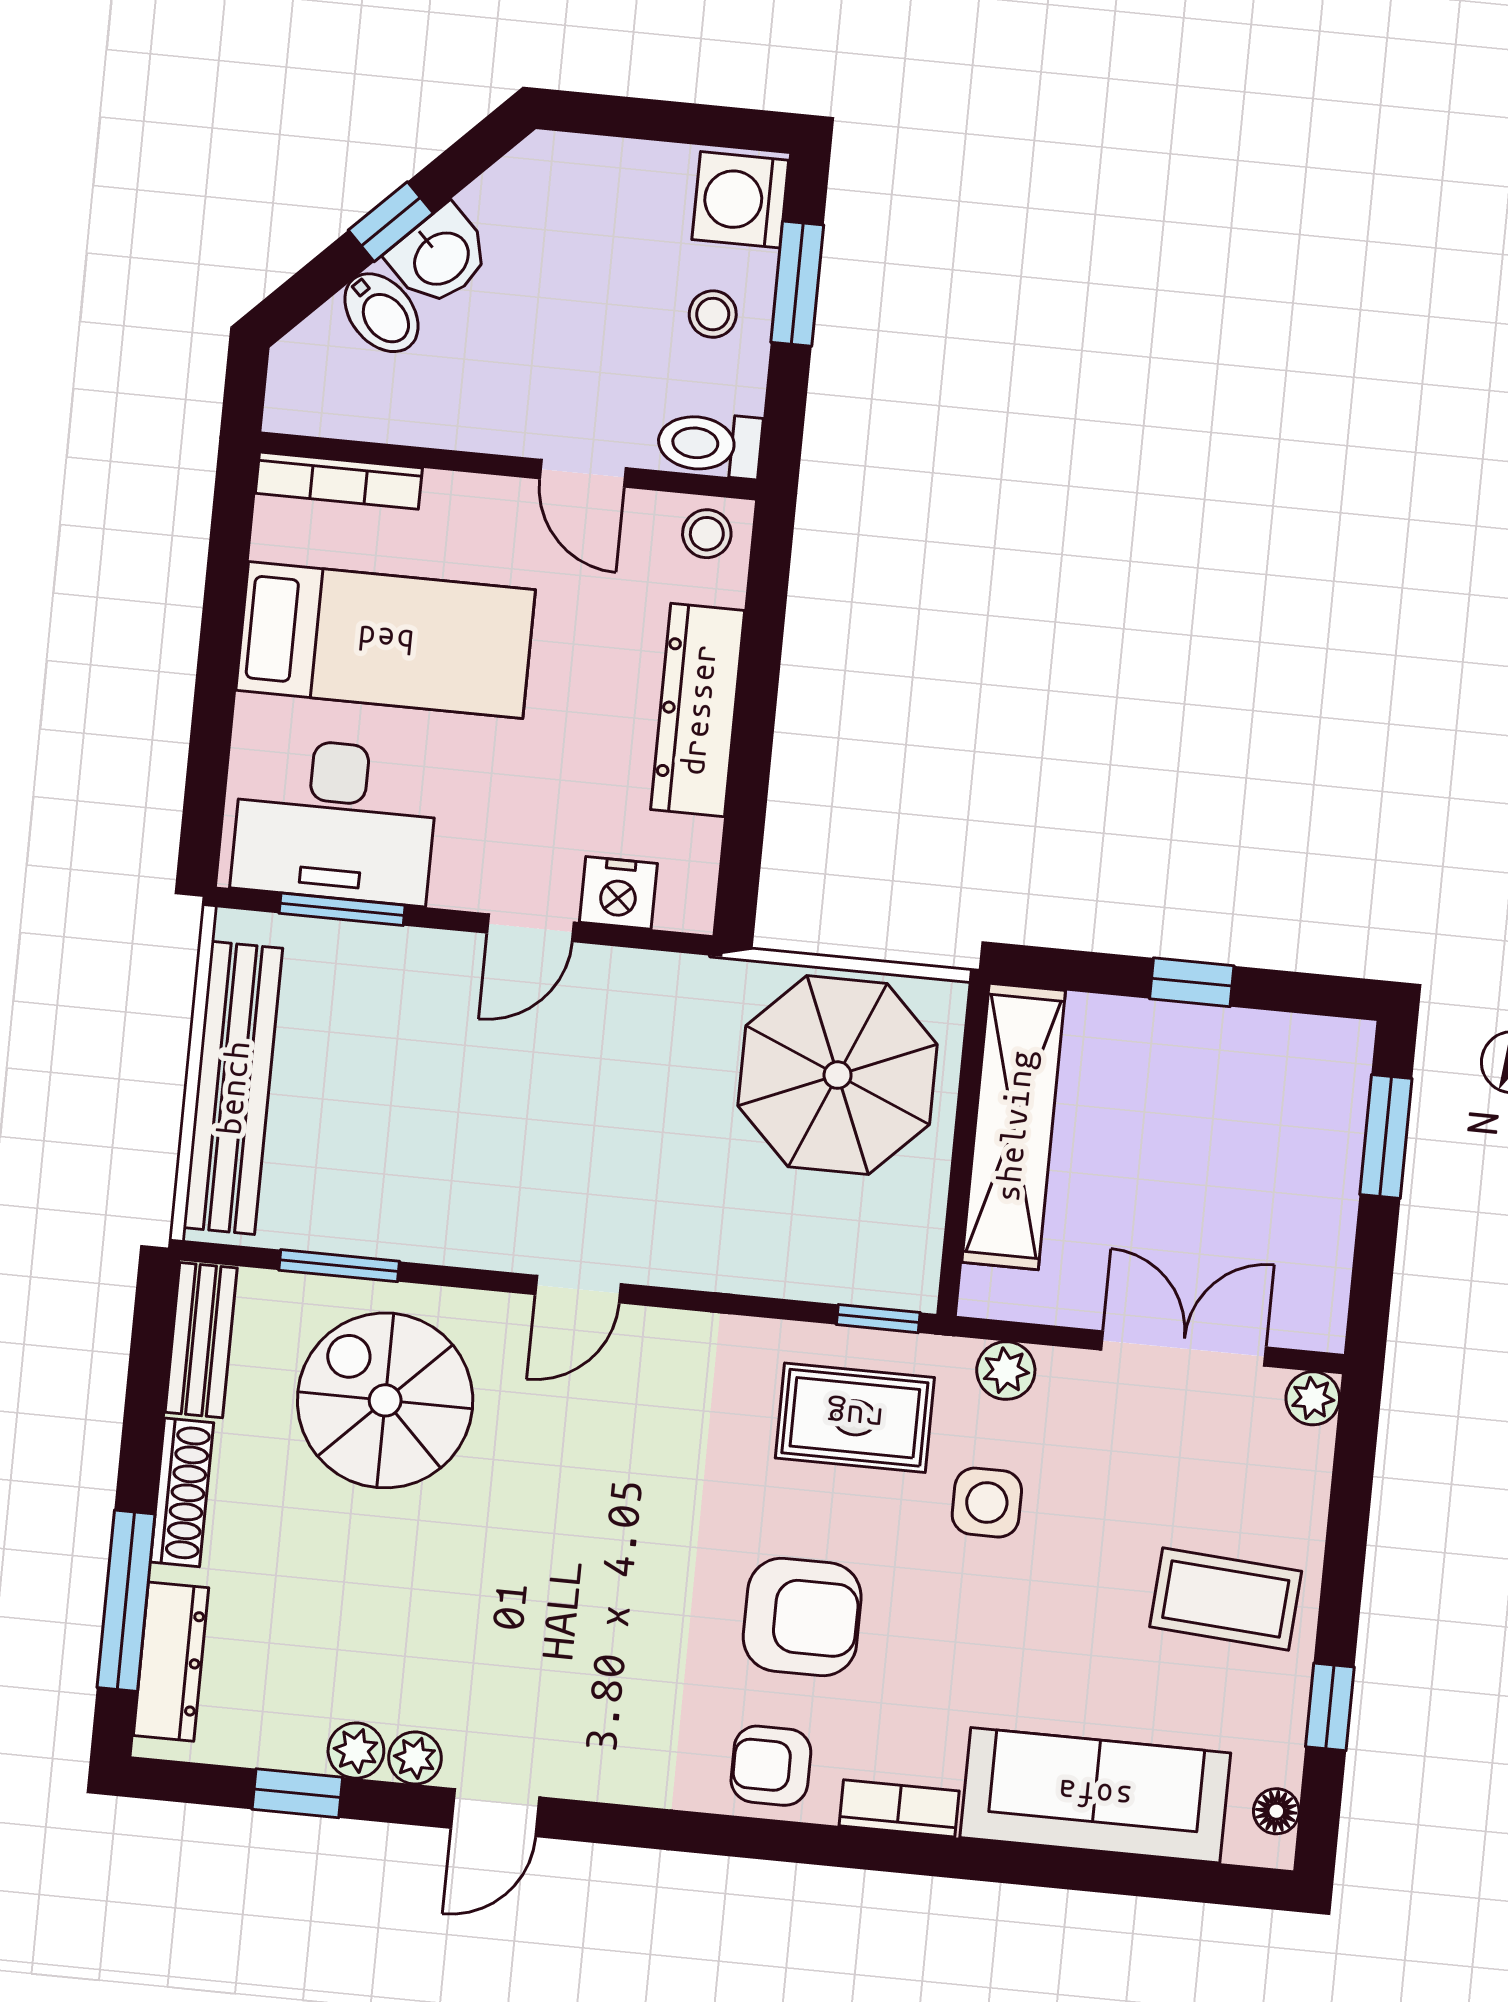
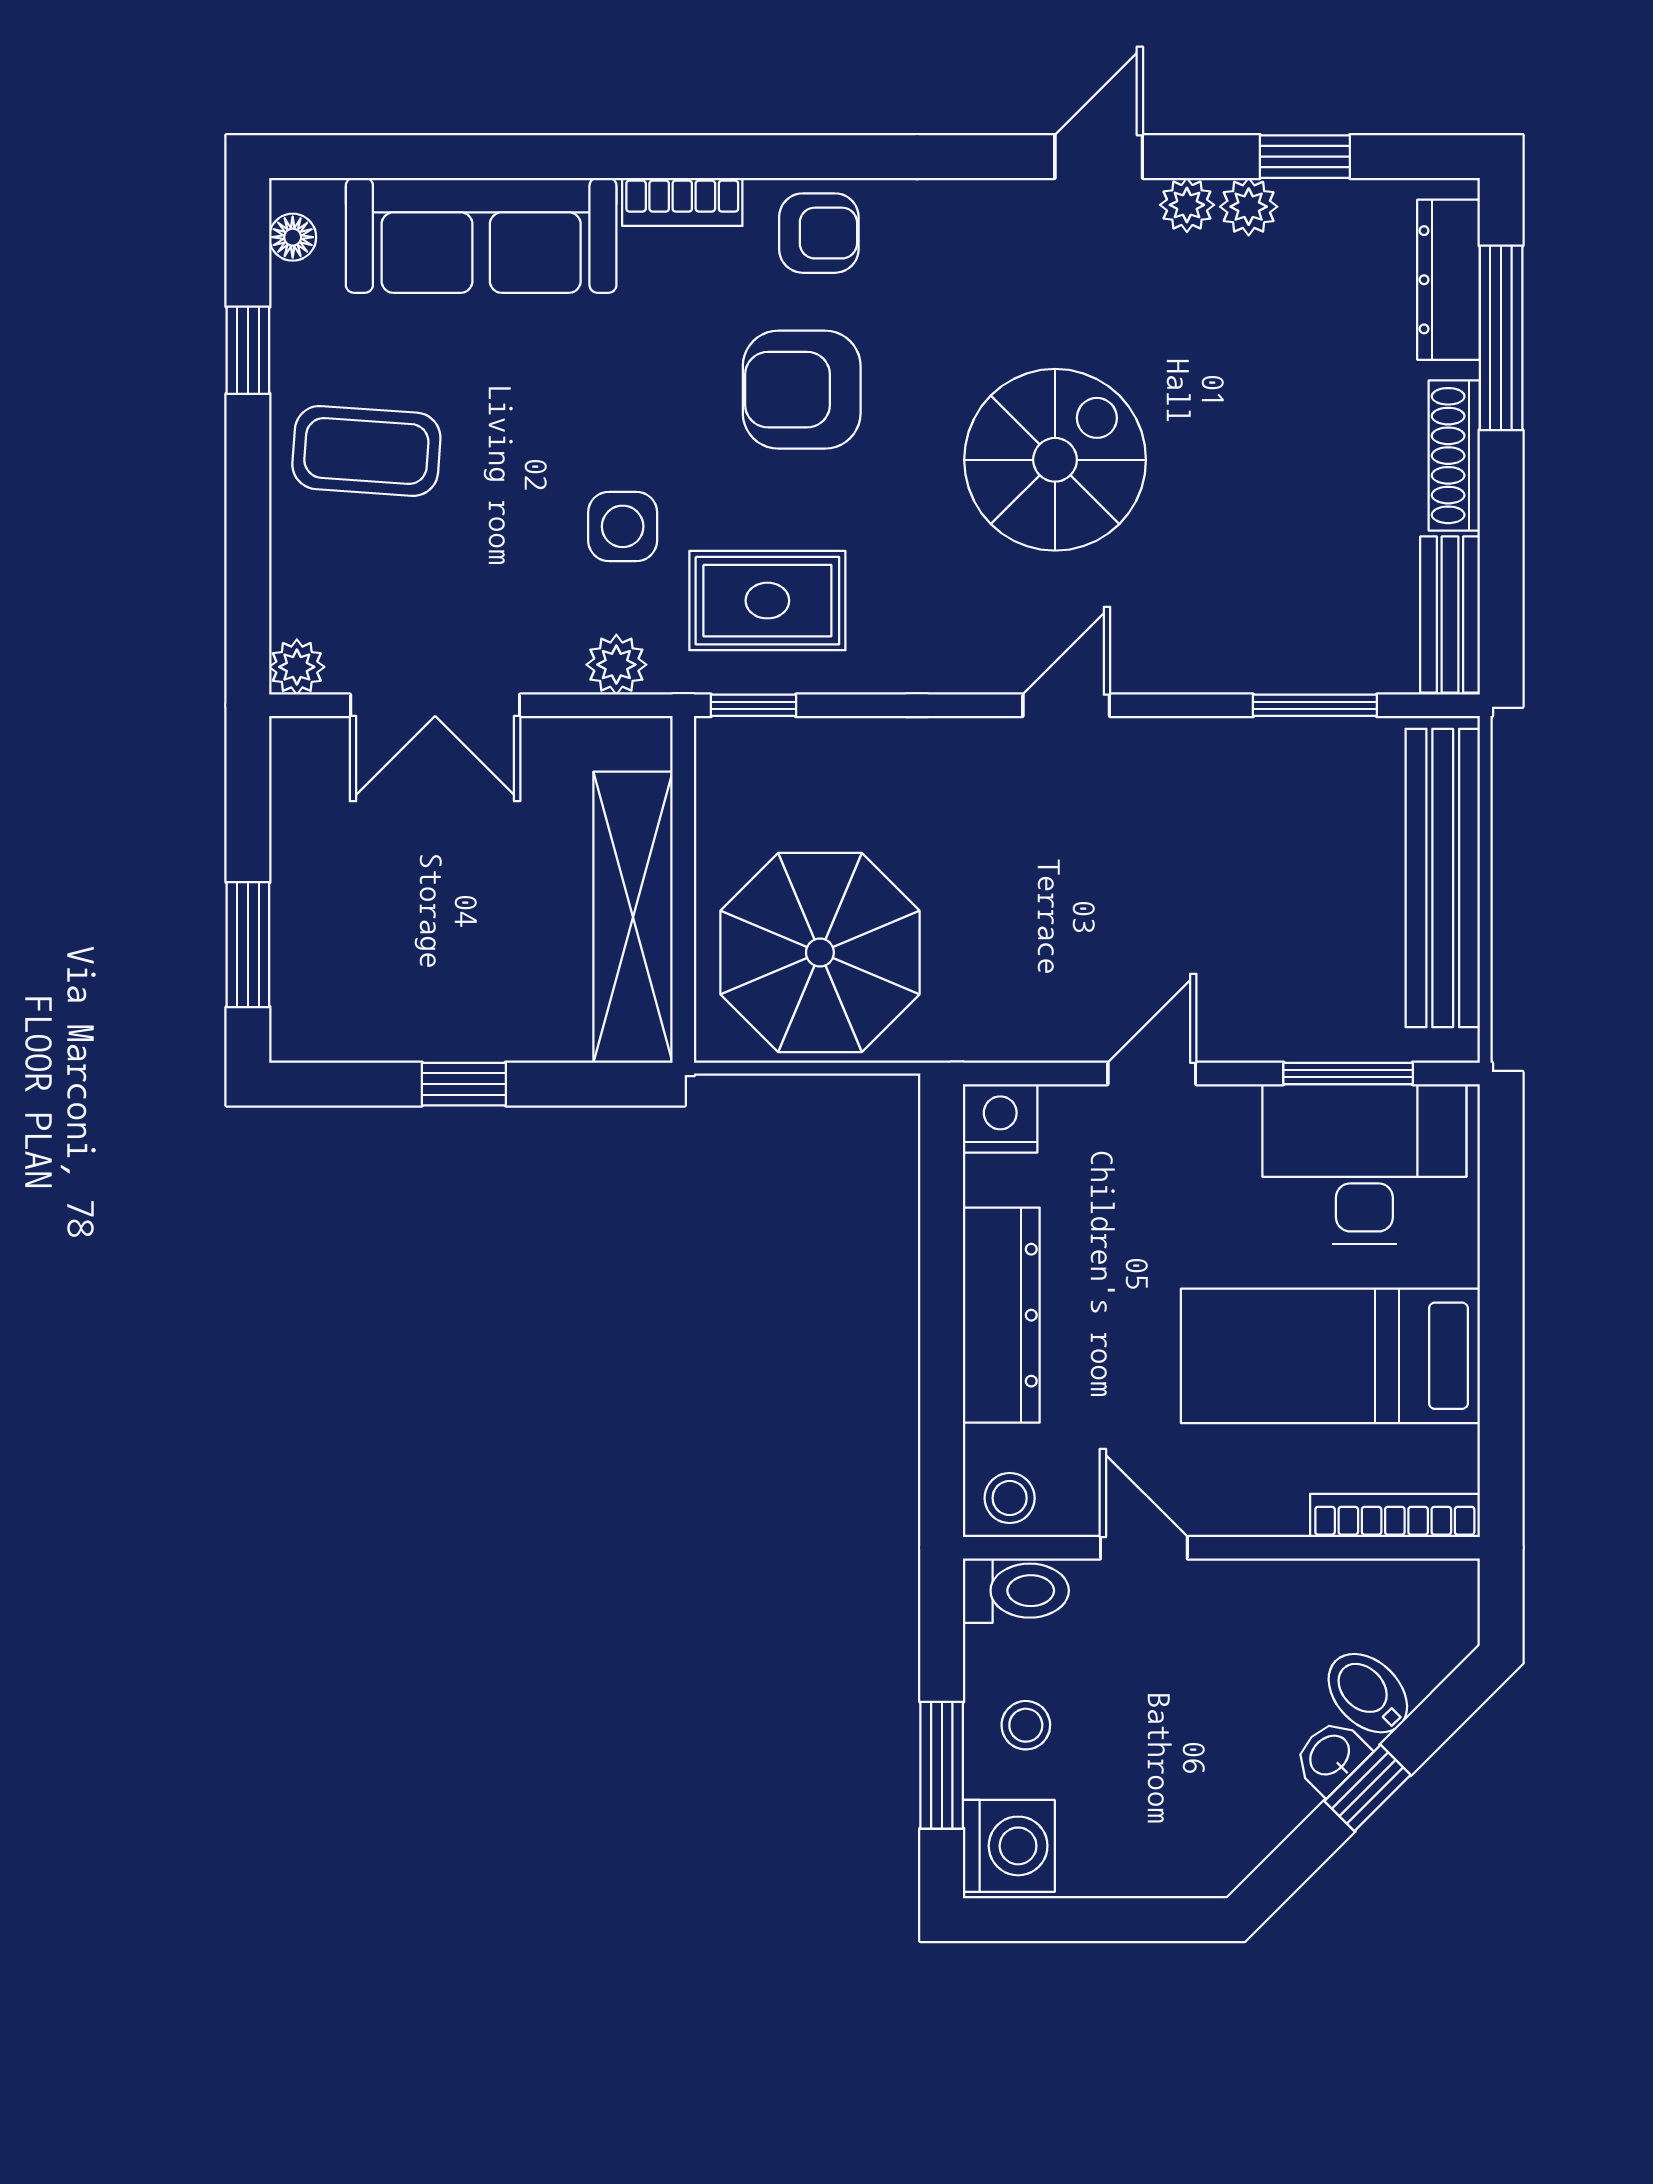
washbasin: (440, 257) -> (1331, 1756), width x0.72, depth x0.69
nightstand: (618, 893) -> (1000, 1118), moved
spiral stairs: (385, 1400) -> (1055, 460), moved, turned -90

